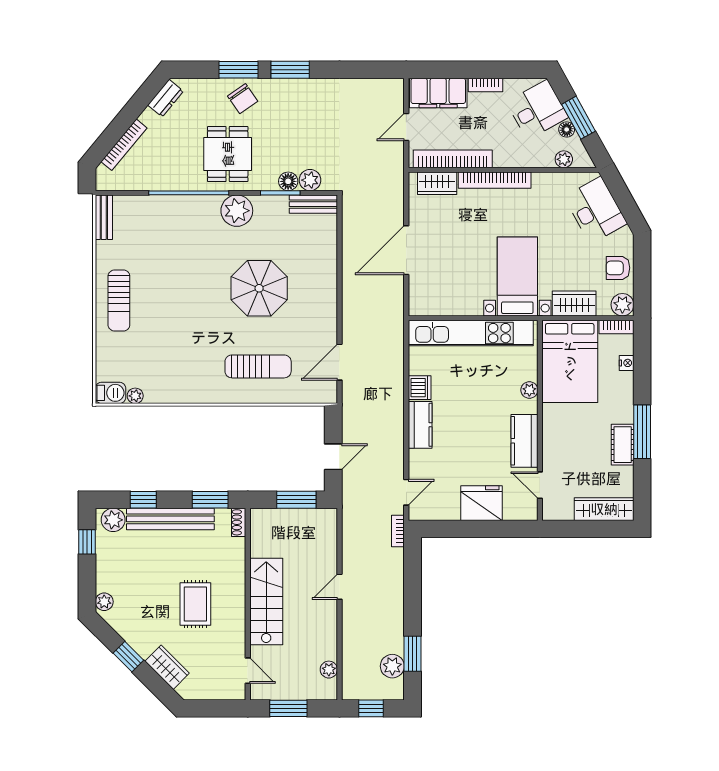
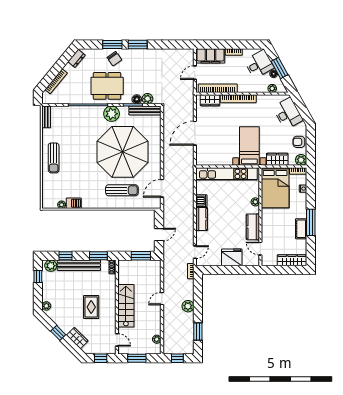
dining table: (228, 154) -> (107, 86), width x1.38
bench: (313, 204) -> (145, 110), width x1.36
parasol: (259, 288) -> (122, 152), width x1.86, depth x1.86
barbecue: (111, 393) -> (74, 203), moved
plant: (392, 666) -> (188, 306), moved
window: (215, 708) -> (101, 358), added

